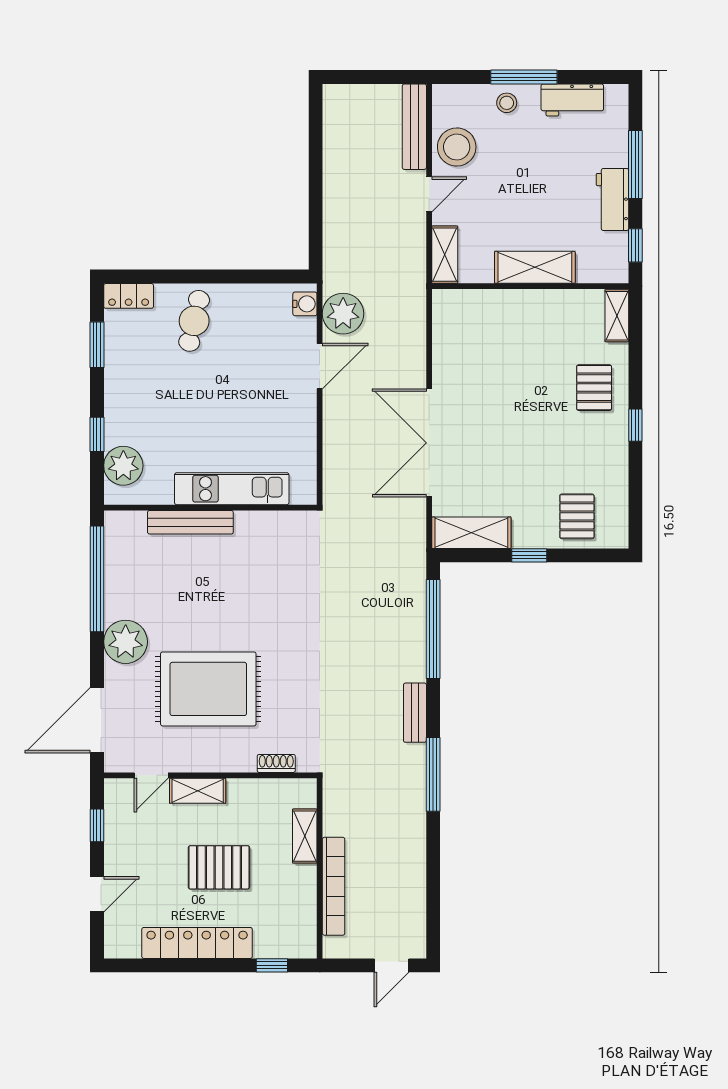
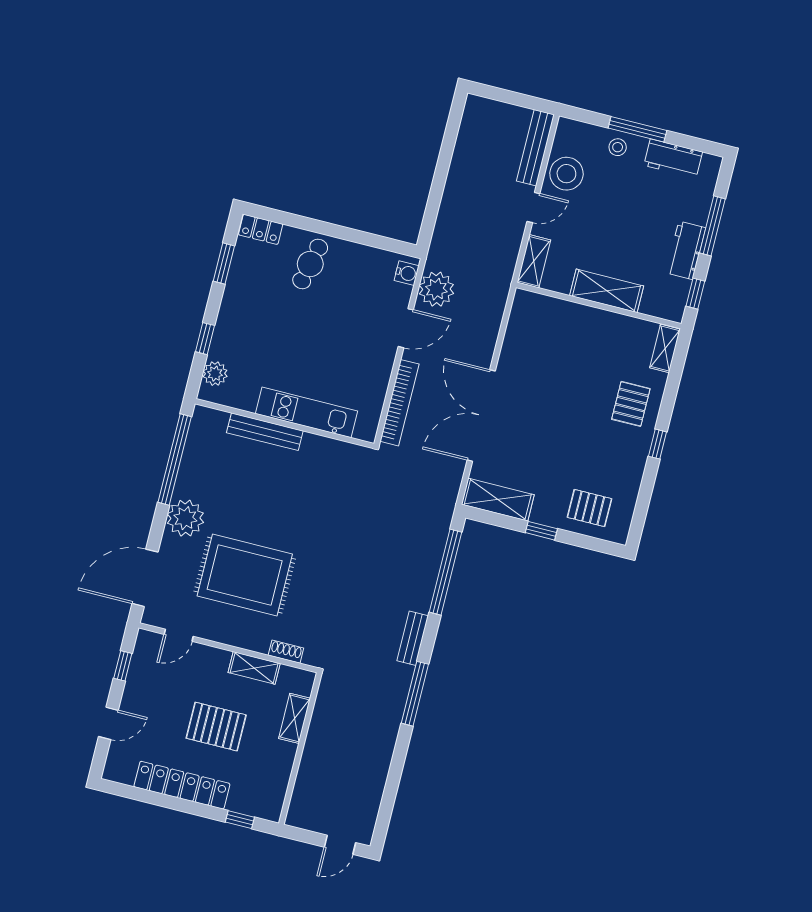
plant: (123, 466) -> (215, 374), width x0.73, depth x0.73
pallet: (577, 516) -> (589, 508), turned 90
shelving: (198, 791) -> (254, 668), moved
bookcase: (334, 886) -> (399, 403), moved

